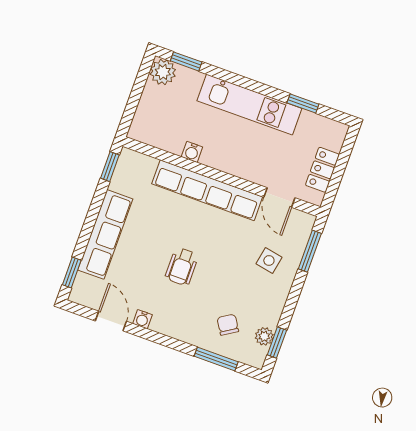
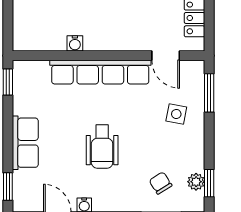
row of seats: (105, 234) -> (25, 143), width x0.68
wheelchair: (182, 267) -> (102, 147), width x1.36, depth x1.37

